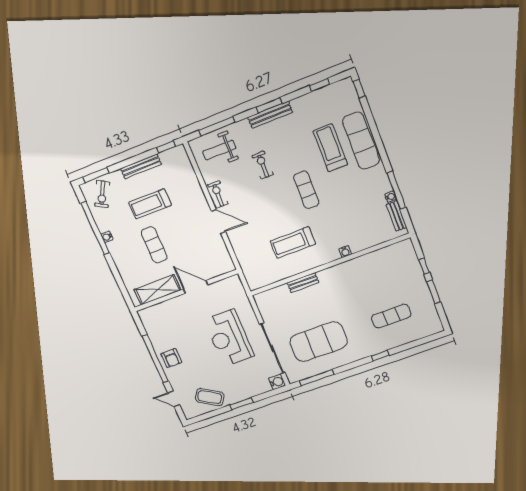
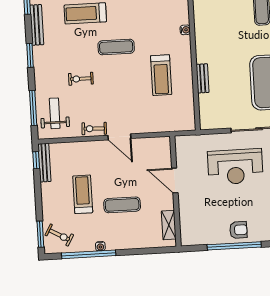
bench: (270, 115) -> (37, 25), moved
weight bench: (219, 150) -> (55, 113), turned 180
bench: (141, 166) -> (44, 163), moved
treadmill: (150, 204) -> (83, 194), turned 180
door: (218, 221) -> (119, 137), swing flipped
door: (196, 287) -> (175, 181), hinge flipped
shelving: (157, 290) -> (169, 225), width x0.67, depth x0.75

